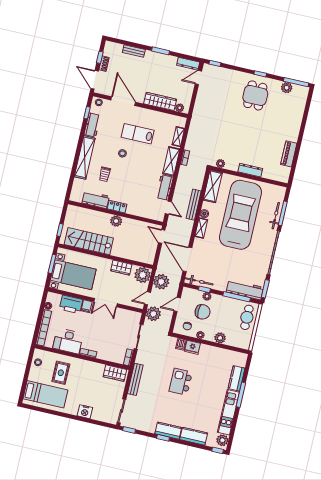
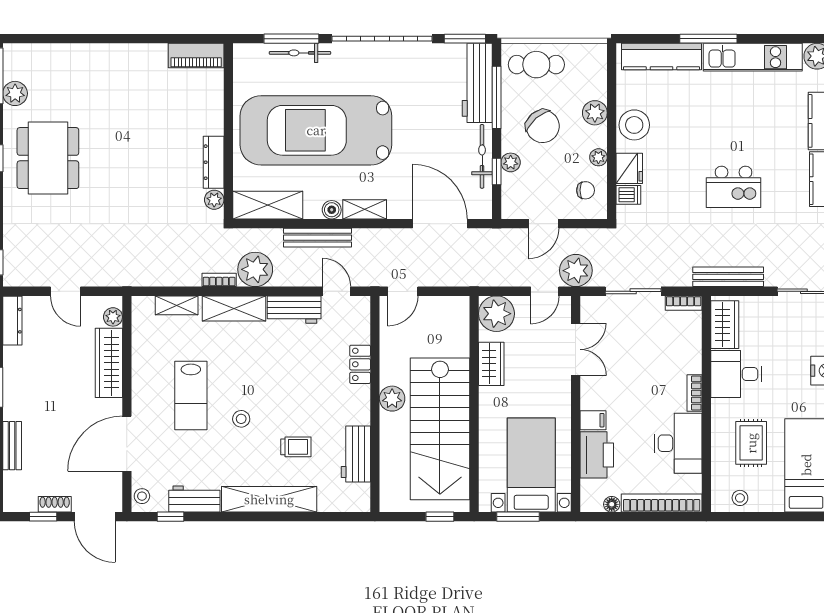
door: (198, 77) -> (66, 291), moved
door: (95, 80) -> (95, 517), hinge flipped
dining table: (255, 95) -> (48, 158), width x1.38
piano: (289, 154) -> (196, 56), moved
dresser: (250, 170) -> (214, 162), moved
locker: (117, 207) -> (360, 364), moved
door: (168, 208) -> (337, 291), hinge flipped
stairs: (89, 241) -> (440, 429), width x1.36, depth x1.51
door: (187, 259) -> (440, 224), swing flipped
bicycle: (199, 281) -> (482, 156), moved
plant: (161, 282) -> (255, 269), moved
door: (147, 298) -> (545, 291), hinge flipped
double door: (106, 303) -> (576, 349), moved
door: (177, 304) -> (543, 224), hinge flipped
chair: (203, 312) -> (543, 126), moved, turned 139
stool: (211, 354) -> (634, 125), added
rug: (61, 373) -> (751, 443), turned 90
desk: (92, 373) -> (736, 374), added
kitchen counter: (236, 378) -> (662, 57), width x1.50
kitchen island: (181, 382) -> (733, 187), moved

